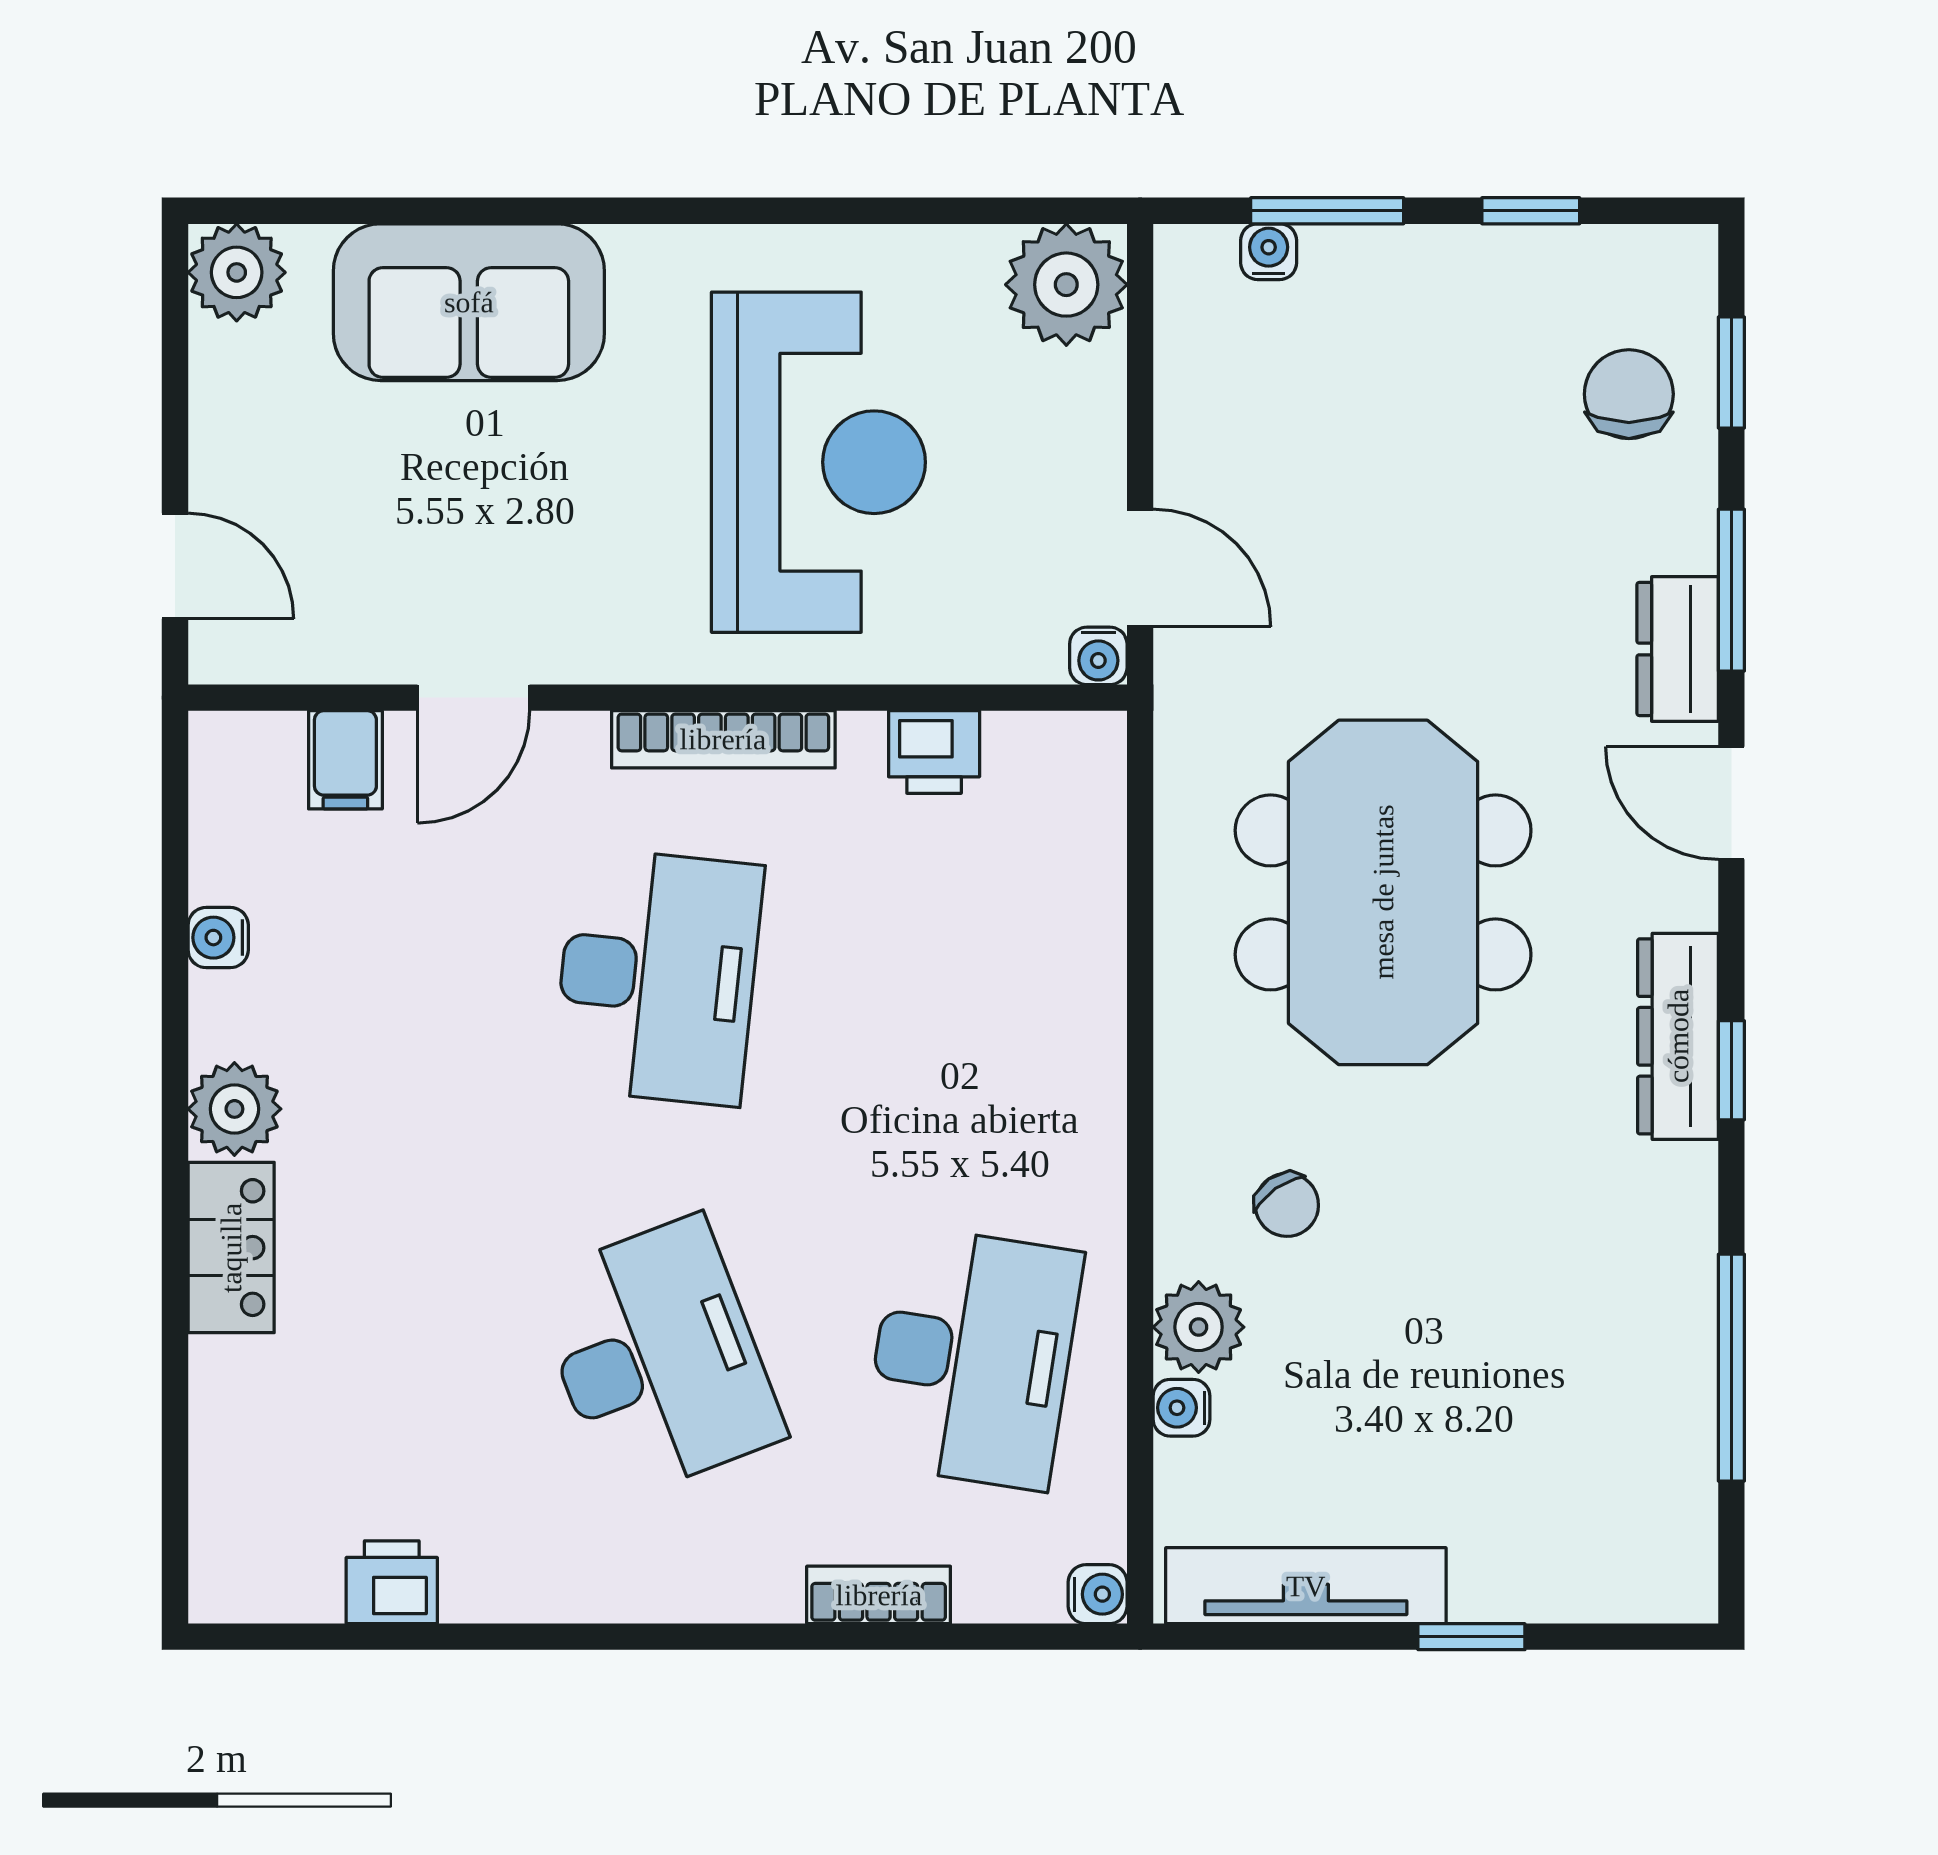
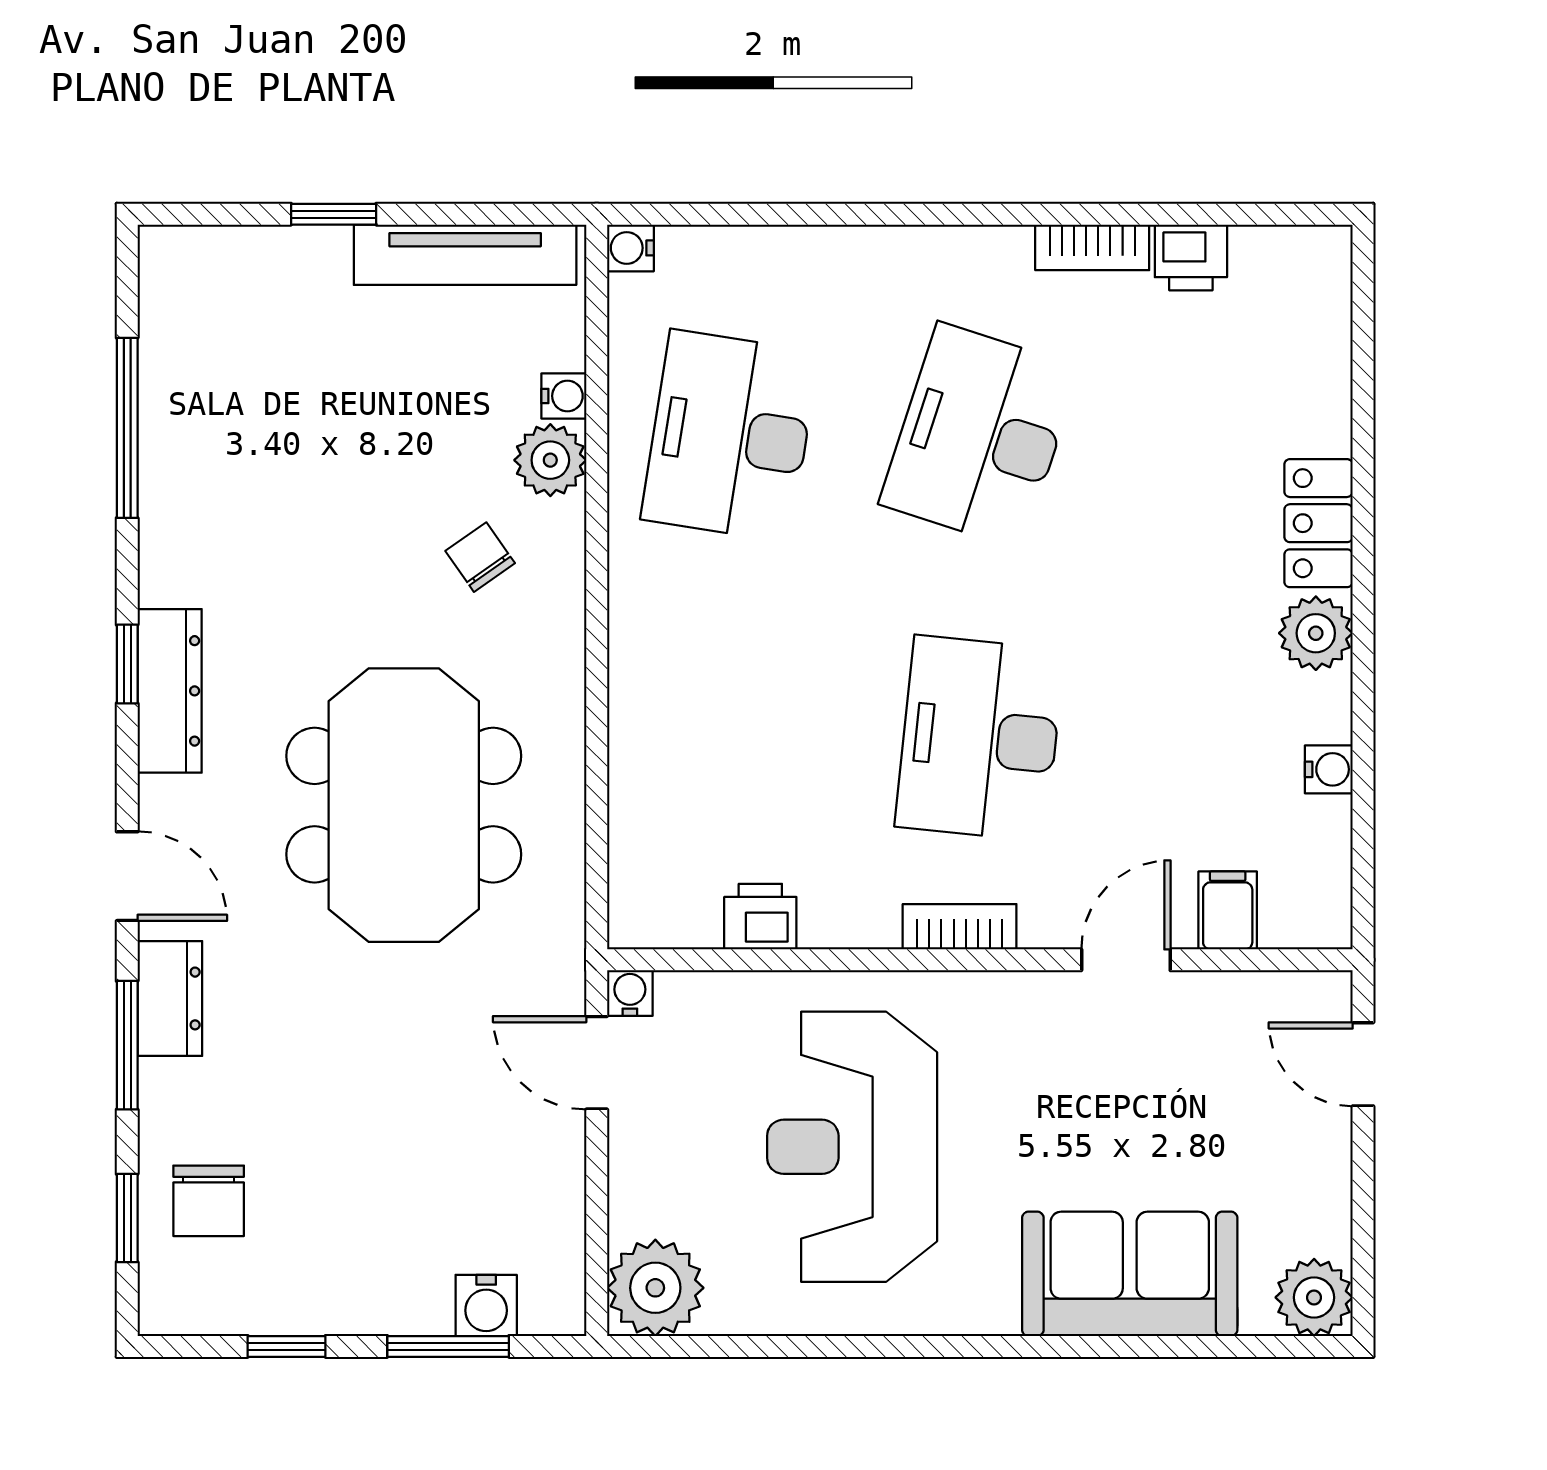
water cooler: (1269, 252) -> (486, 1305), width x1.38, depth x1.38
bookcase: (723, 739) -> (960, 927), width x0.64
desk: (658, 1358) -> (980, 436), turned 39
bookcase: (879, 1595) -> (1092, 247), moved

